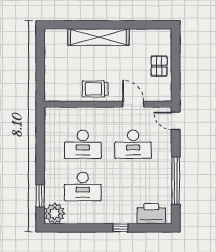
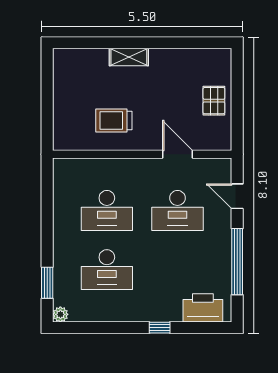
shelving: (98, 37) -> (129, 57), width x0.45, depth x0.75
trolley: (95, 89) -> (114, 121), moved
door: (176, 121) -> (237, 196), moved
plant: (55, 214) -> (60, 314), width x0.53, depth x0.53

